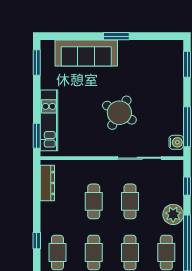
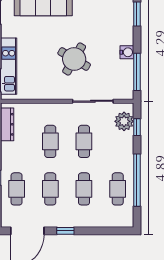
water cooler: (176, 142) -> (127, 52), moved
plant: (173, 214) -> (124, 121), moved

